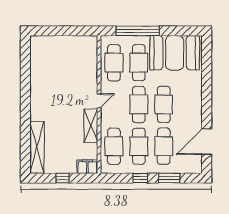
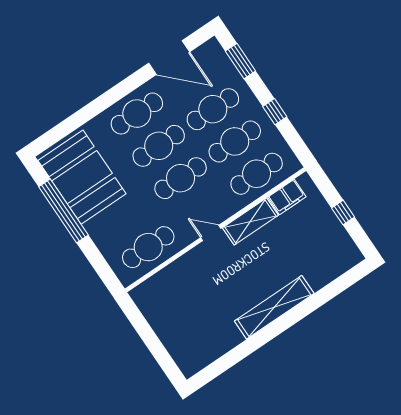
window: (138, 31) -> (63, 211), moved
cafe table: (139, 63) -> (137, 114), moved
shelving: (37, 148) -> (274, 307), moved
filing cabinet: (87, 167) -> (287, 197), moved, turned -90
window: (169, 178) -> (240, 61), moved

